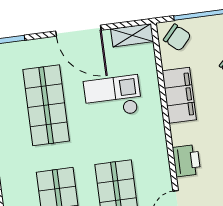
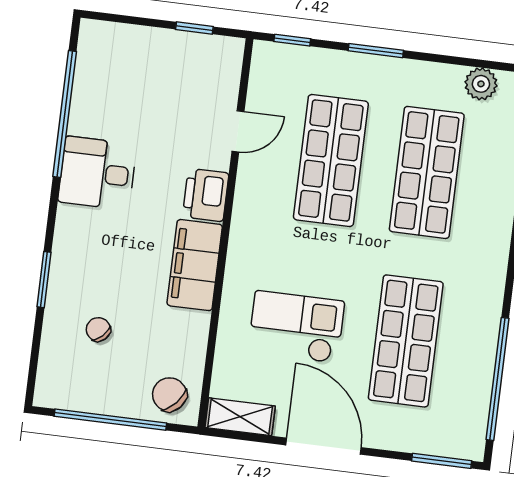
filing cabinet: (179, 95) -> (195, 265), moved
checkout: (113, 97) -> (296, 327), turned 180

